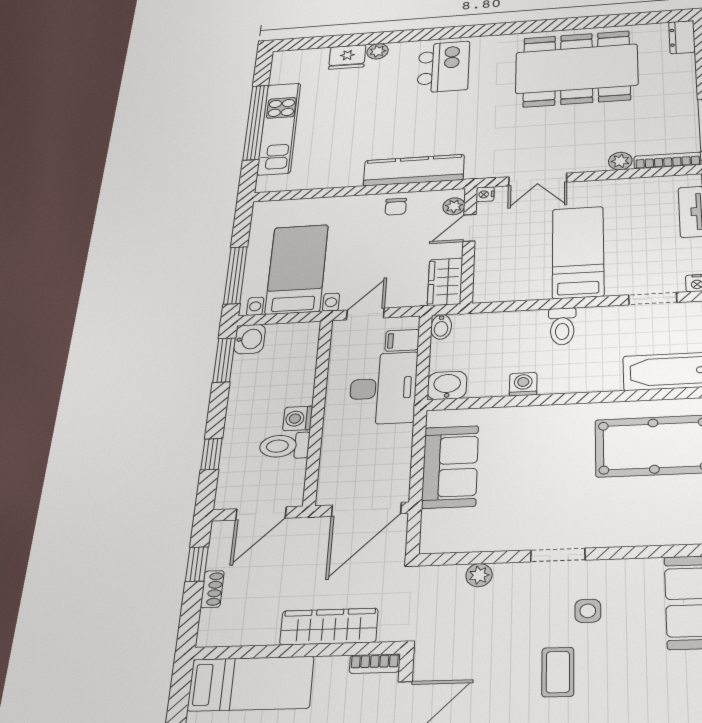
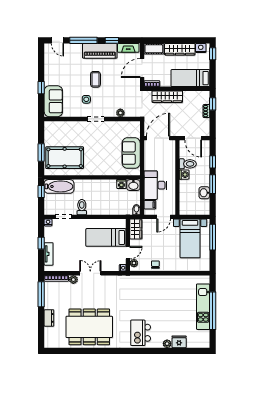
dresser: (682, 37) -> (49, 318), moved
kitchen counter: (414, 170) -> (150, 281), removed
double door: (538, 179) -> (90, 273), moved
bed: (578, 252) -> (106, 237), moved, turned 90
toilet: (562, 326) -> (82, 207), moved
washbasin: (250, 339) -> (204, 193), moved
window: (224, 360) -> (213, 184), moved
washing machine: (523, 384) -> (121, 184), moved
door: (261, 513) -> (193, 138), swing flipped
window: (197, 564) -> (213, 104), moved

